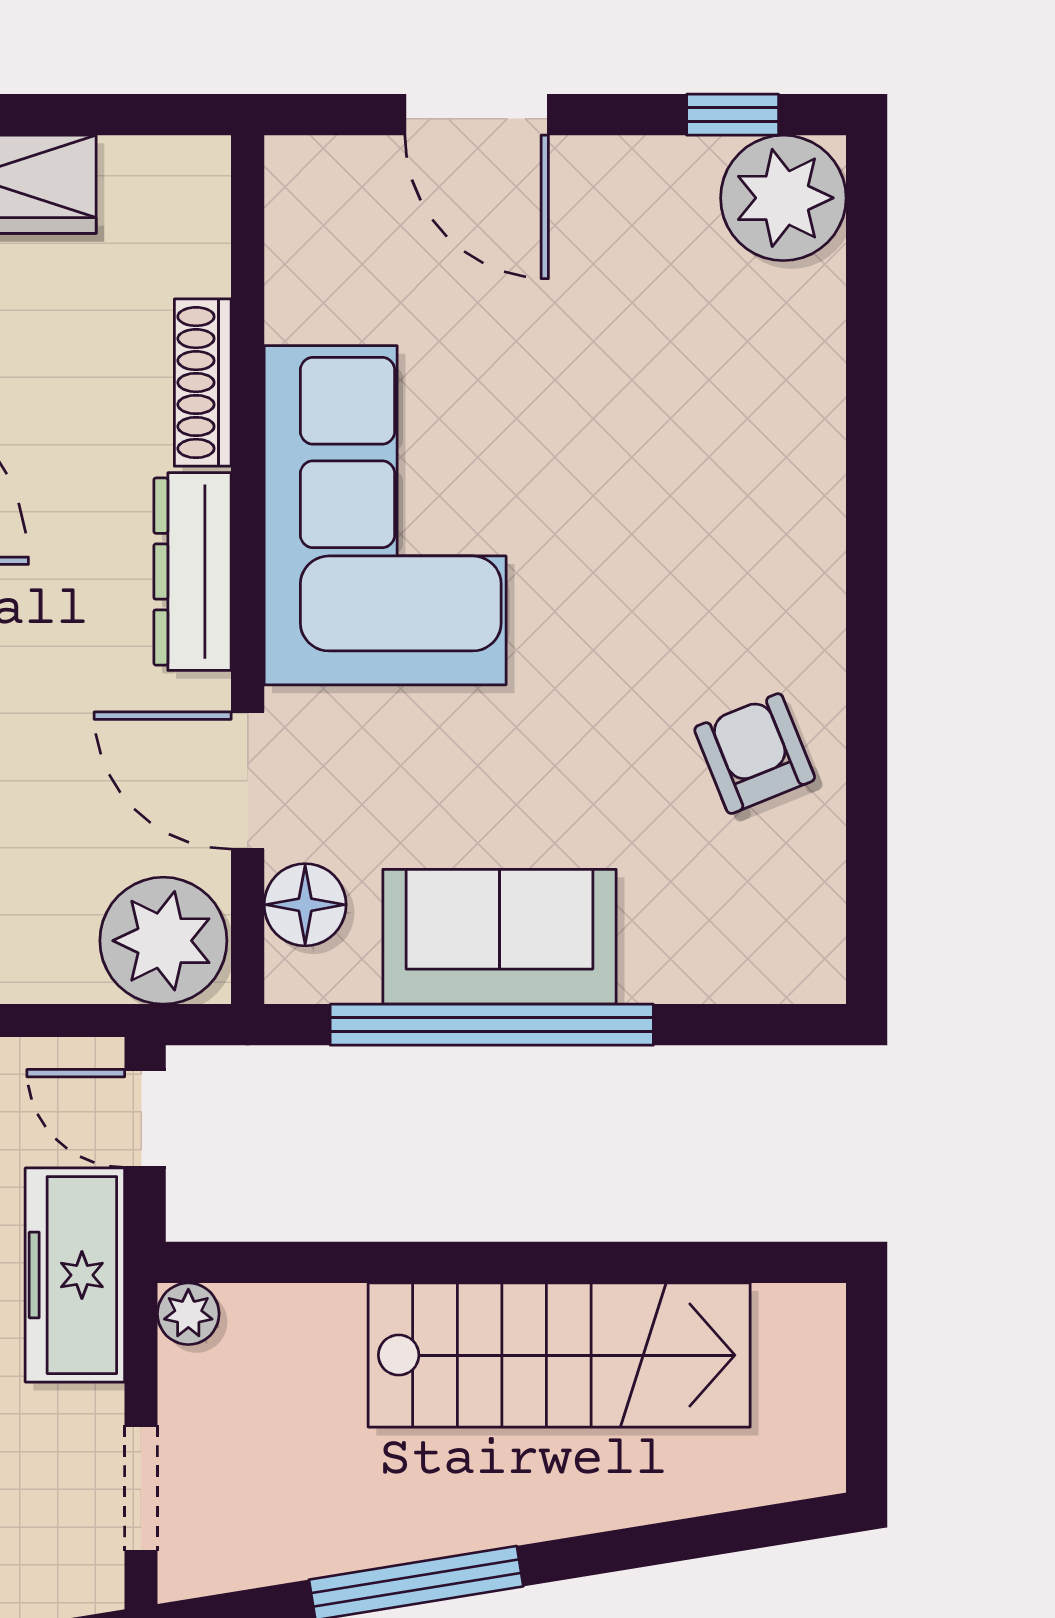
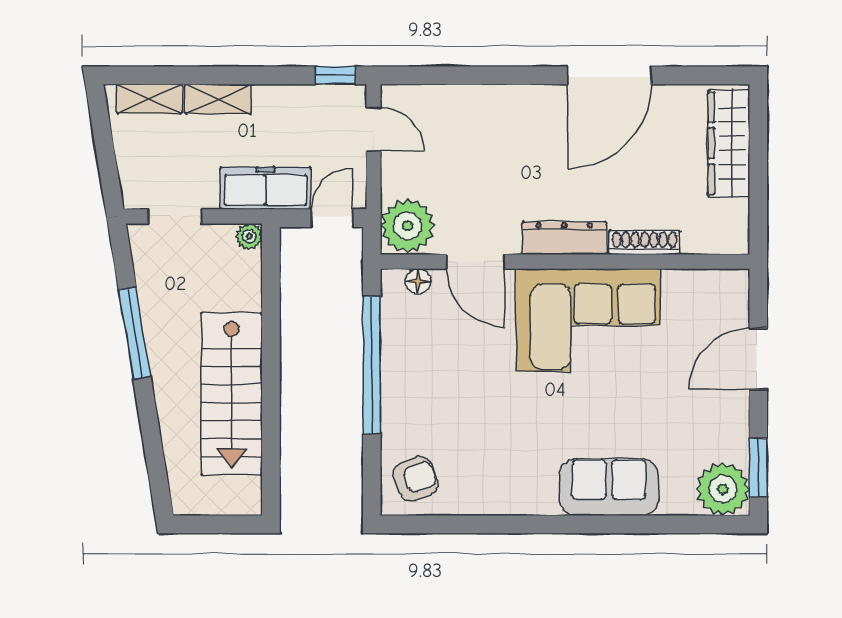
window: (733, 115) -> (758, 468), width x1.50
armchair: (755, 754) -> (415, 479), moved
door: (248, 781) -> (475, 262), swing flipped
floor lamp: (305, 905) -> (418, 281), width x0.73, depth x0.73
sofa: (499, 937) -> (609, 487), moved, turned -90

